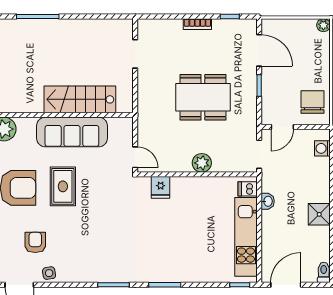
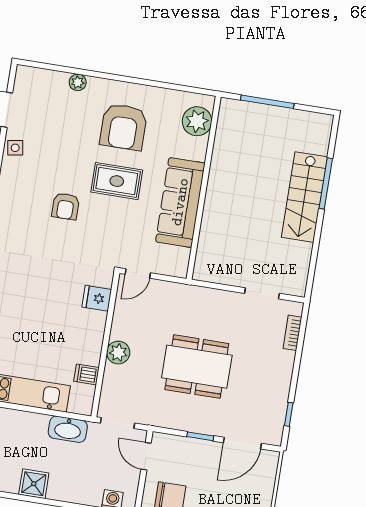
bookcase: (197, 24) -> (292, 333), moved
dining table: (203, 97) -> (197, 367), turned 90
stairs: (80, 99) -> (304, 197), moved, turned 180
dishwasher: (248, 189) -> (86, 374), moved, turned -90
washbasin: (268, 201) -> (68, 429), width x1.91, depth x1.45
armchair: (35, 242) -> (66, 206), moved, turned 90

